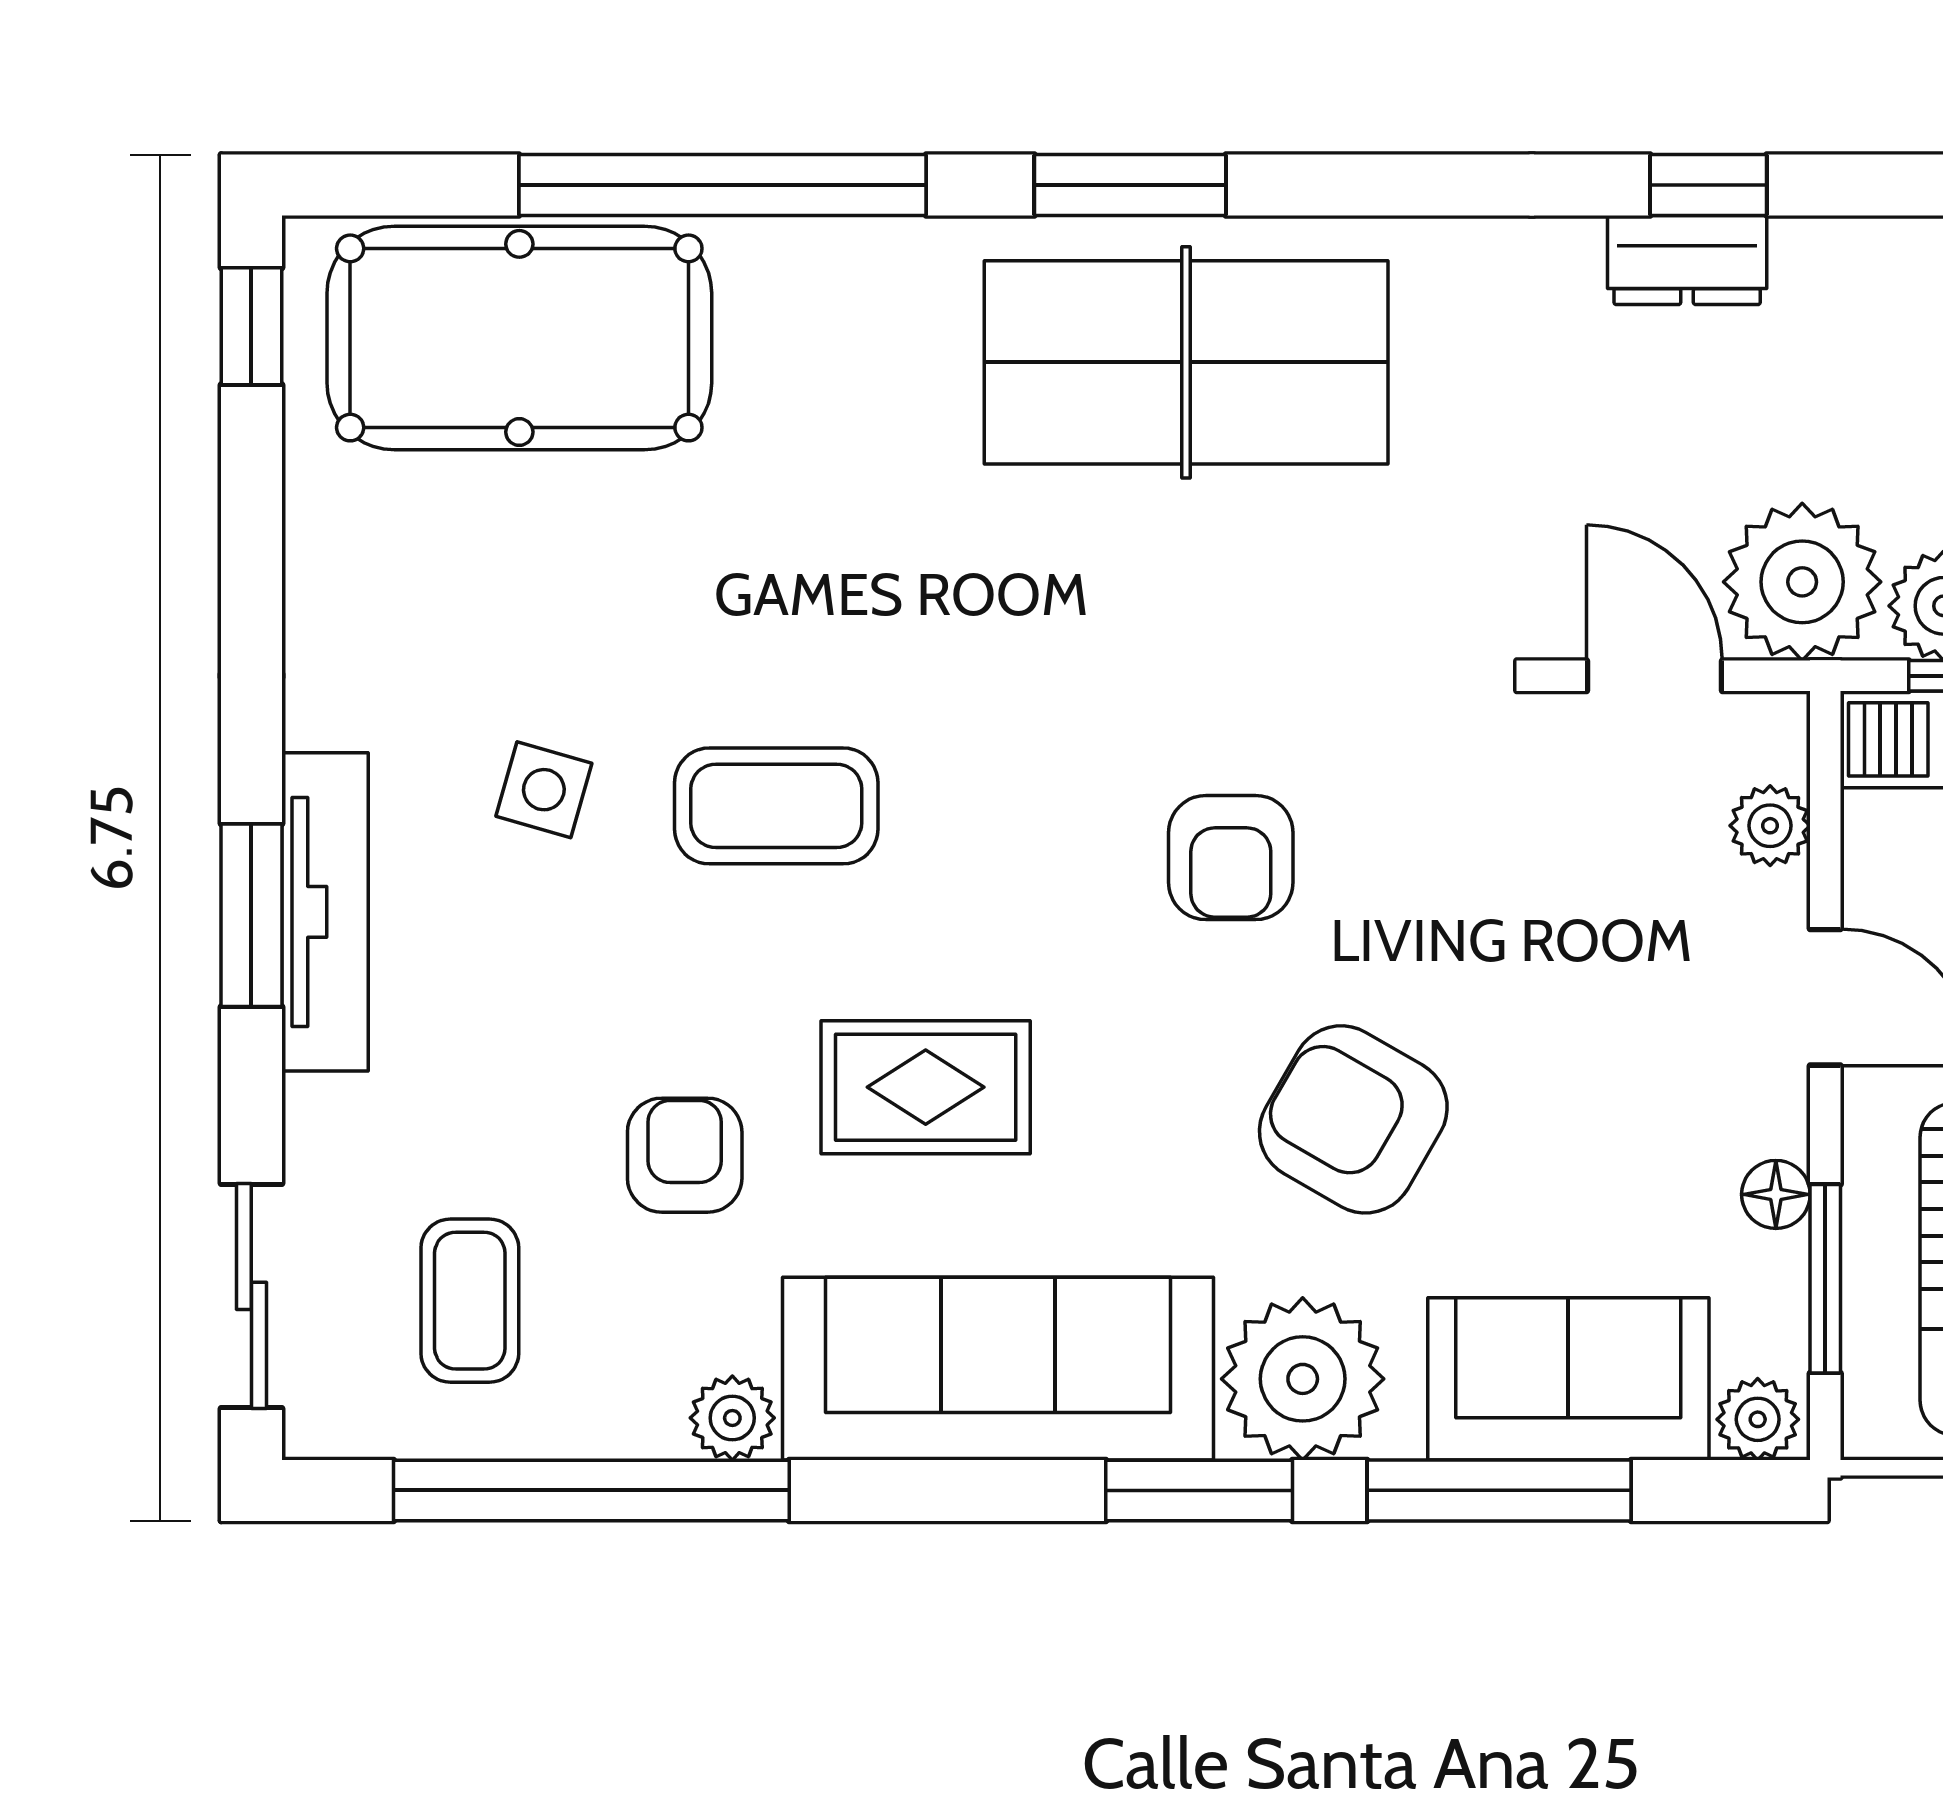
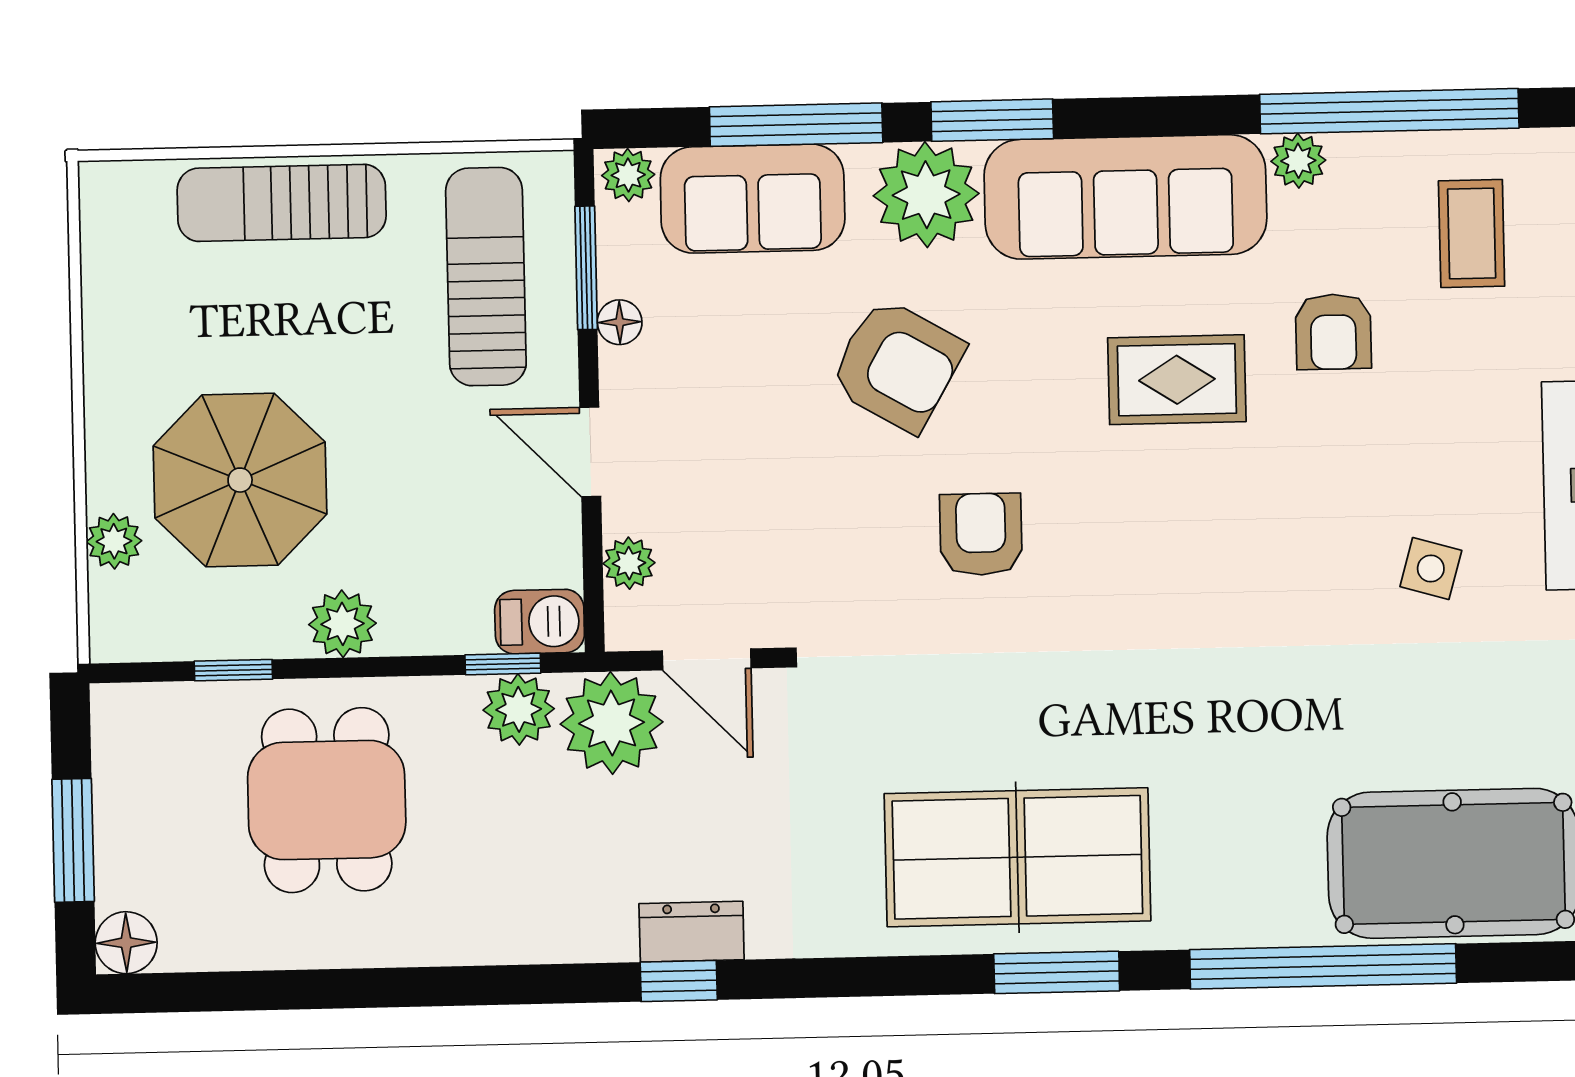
coffee table: (776, 806) -> (1279, 561), removed

